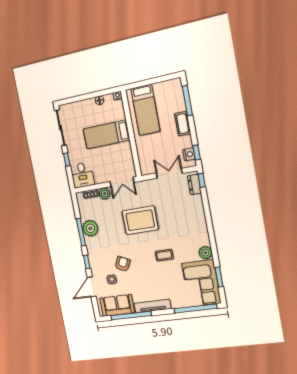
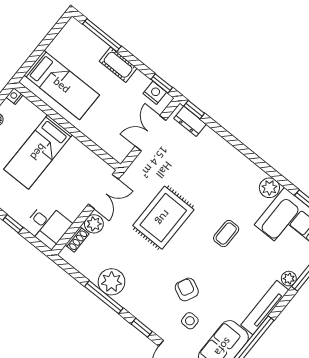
plant: (176, 304) -> (289, 279), added

